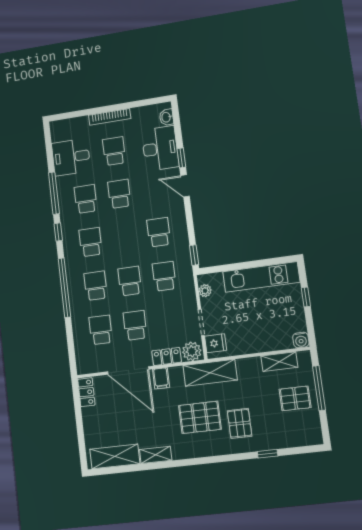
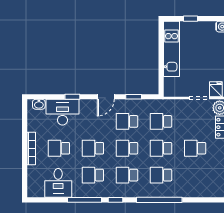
door: (185, 186) -> (106, 97), moved
window: (194, 255) -> (134, 97), moved
plant: (205, 291) -> (176, 92), removed
school desk: (101, 330) -> (127, 148), moved

